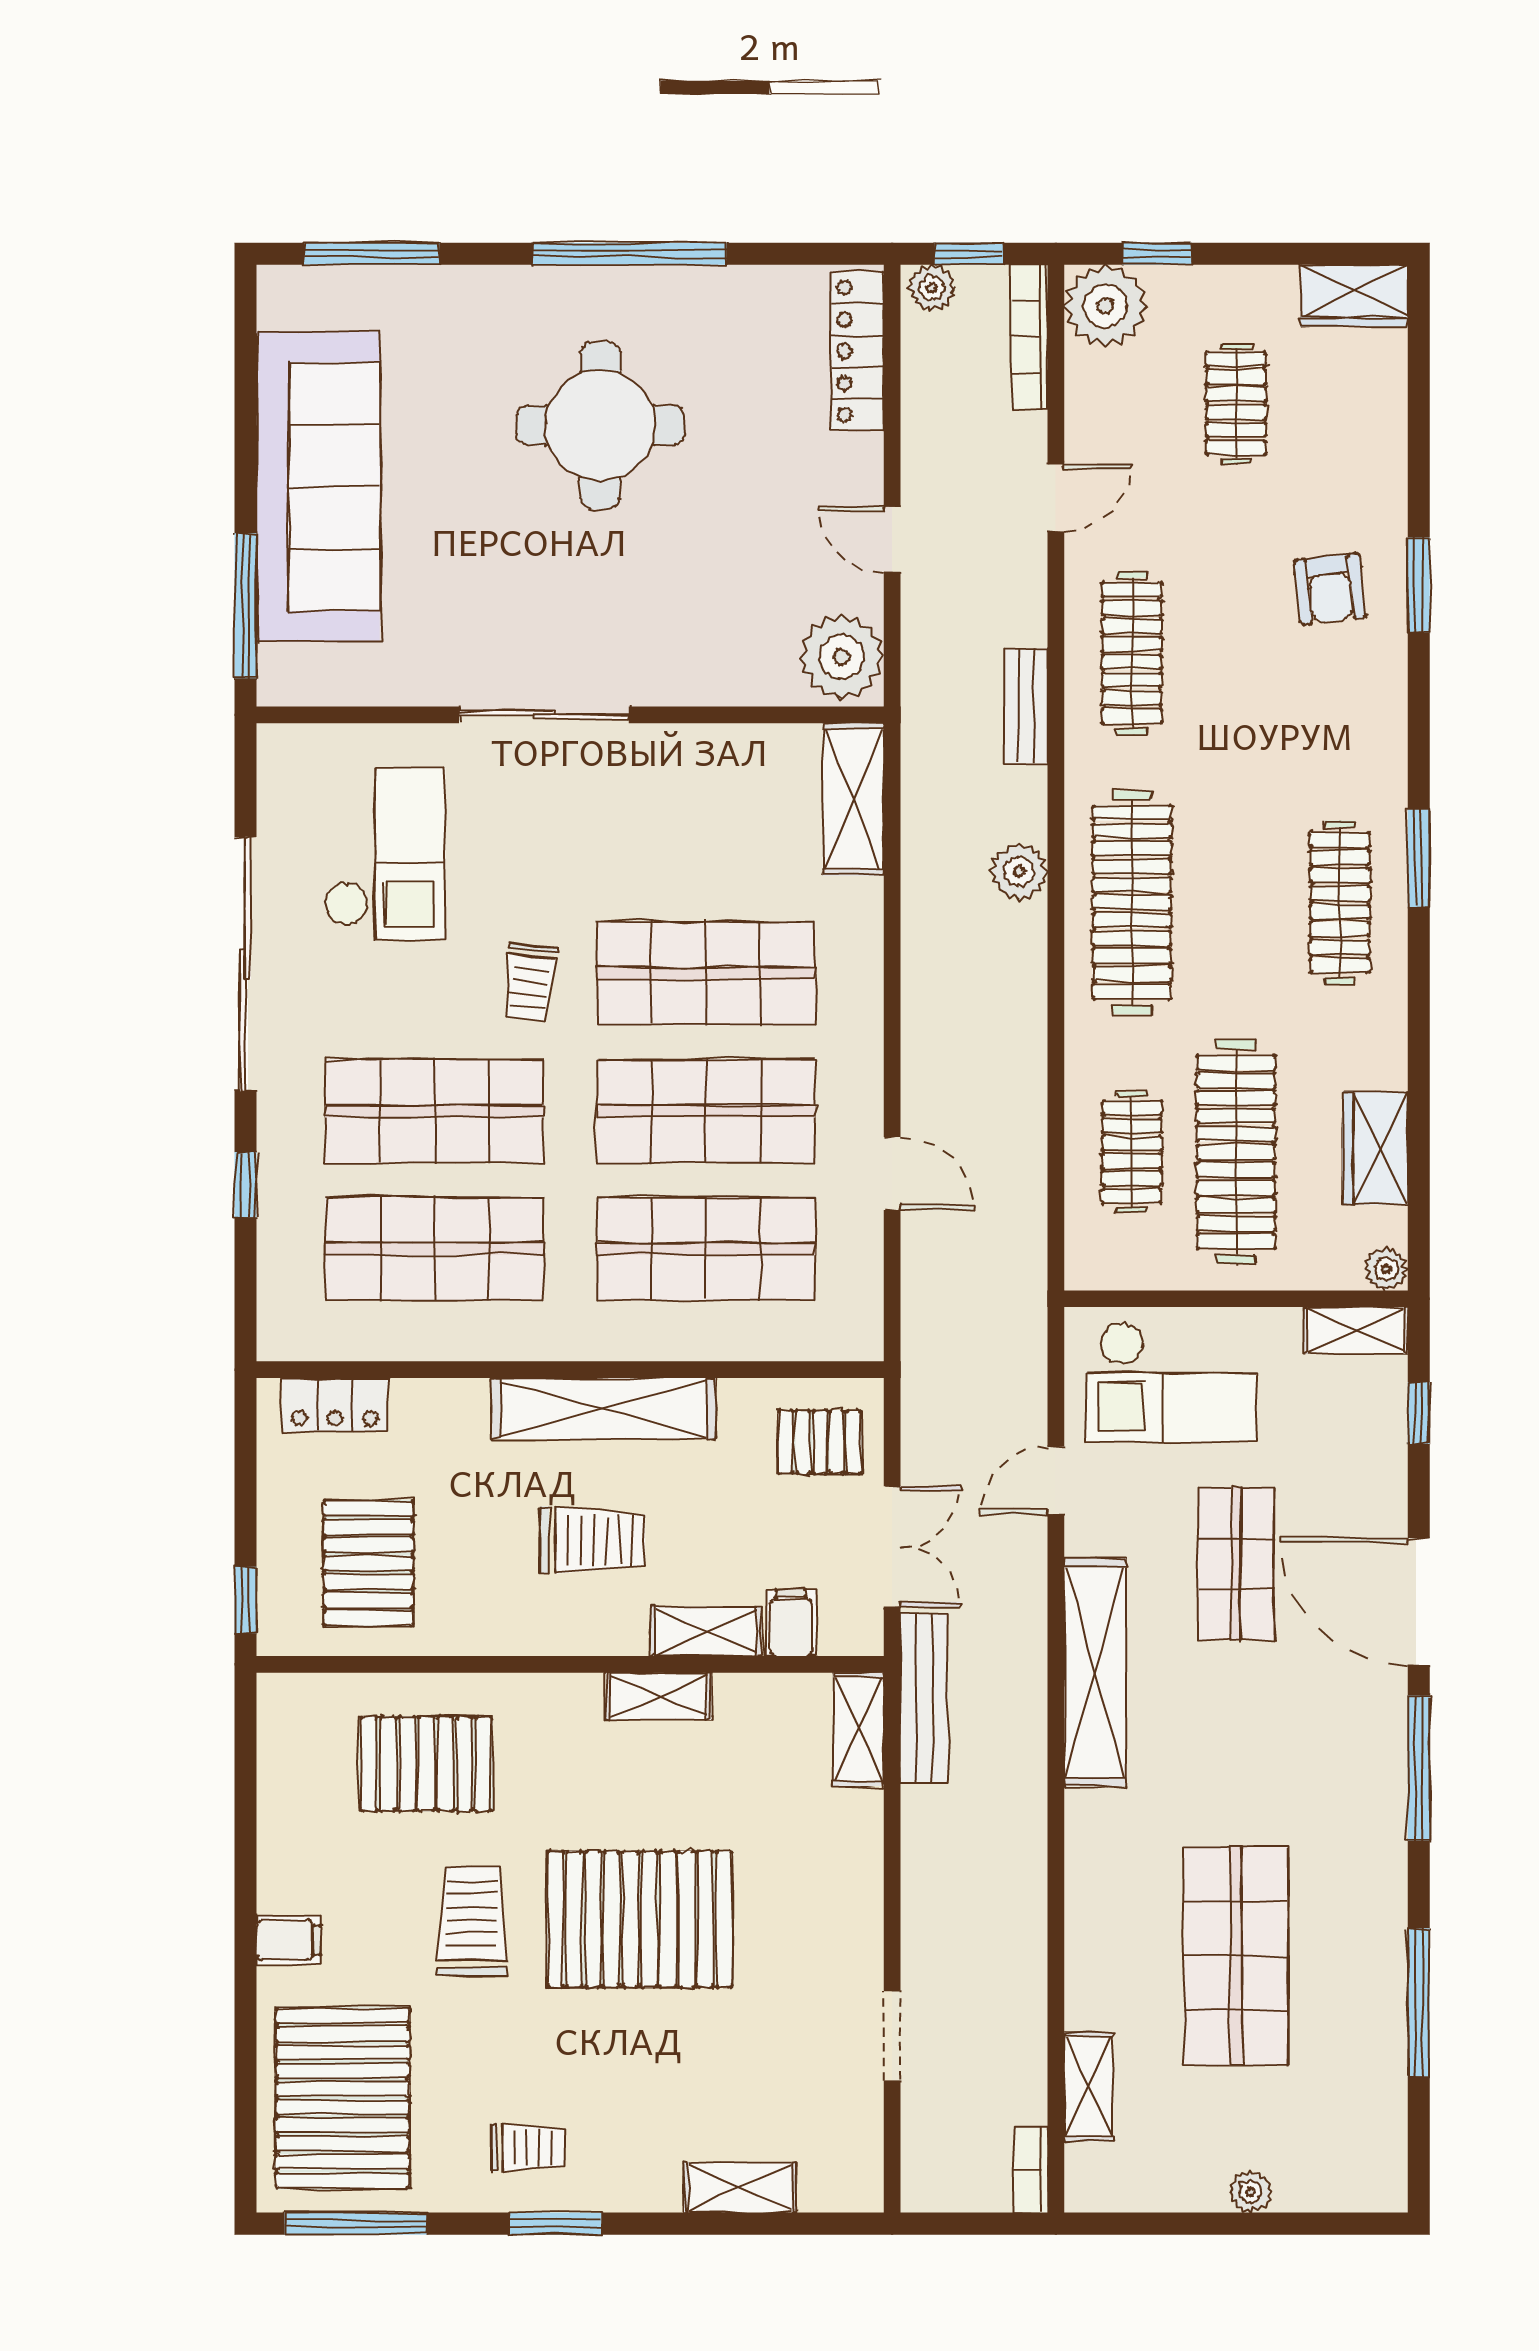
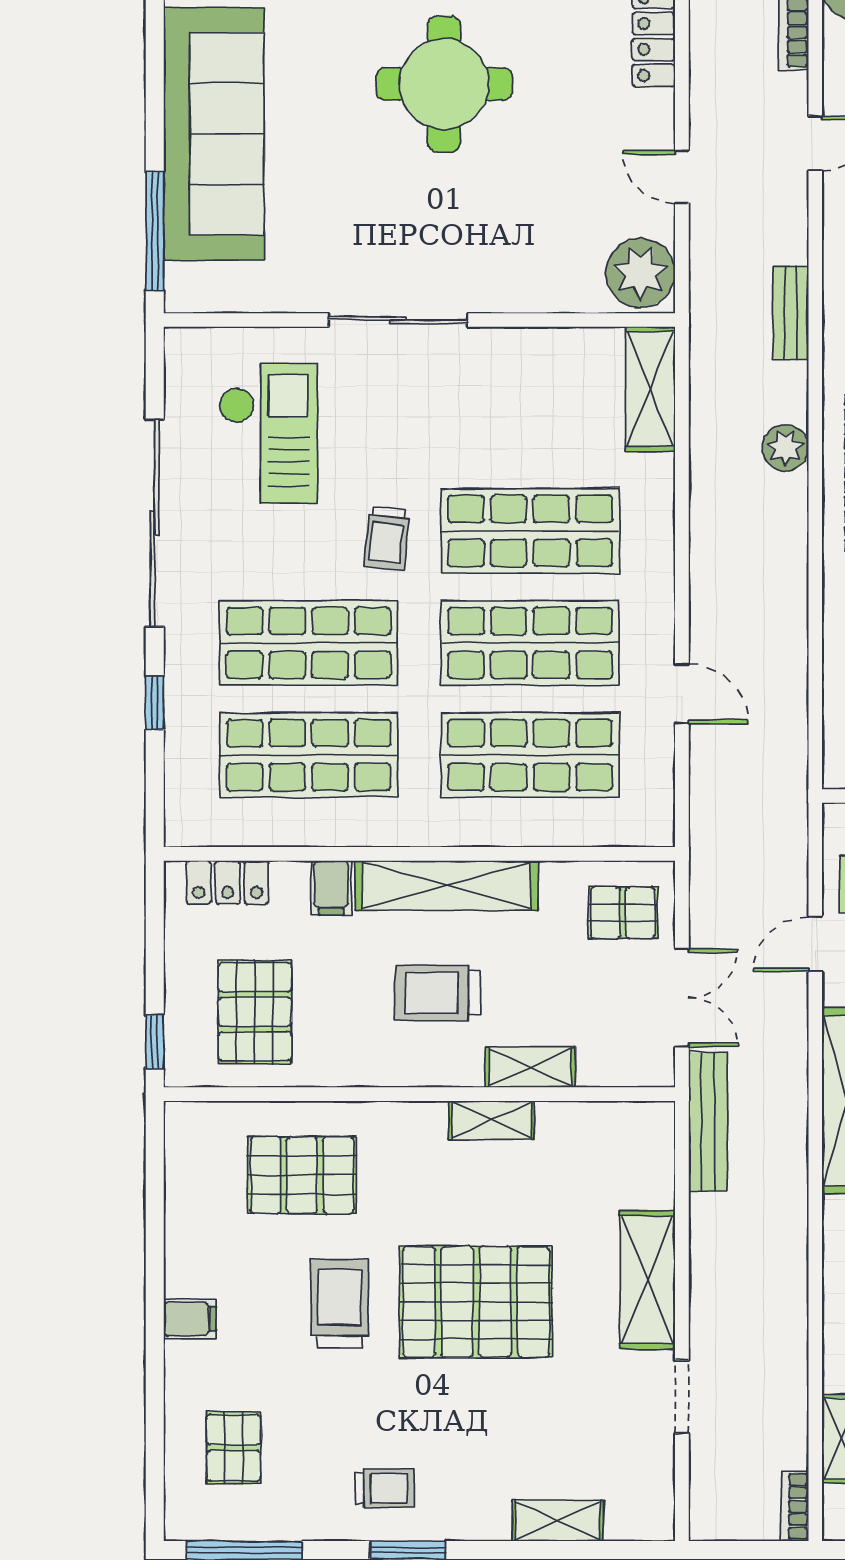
trolley: (593, 1540) -> (438, 993), turned 180
filing cabinet: (791, 1623) -> (331, 888), moved, turned 180
shelving: (858, 1729) -> (647, 1280), moved, width x1.50, depth x1.33
pallet: (343, 2098) -> (234, 1448), width x0.49, depth x0.50

